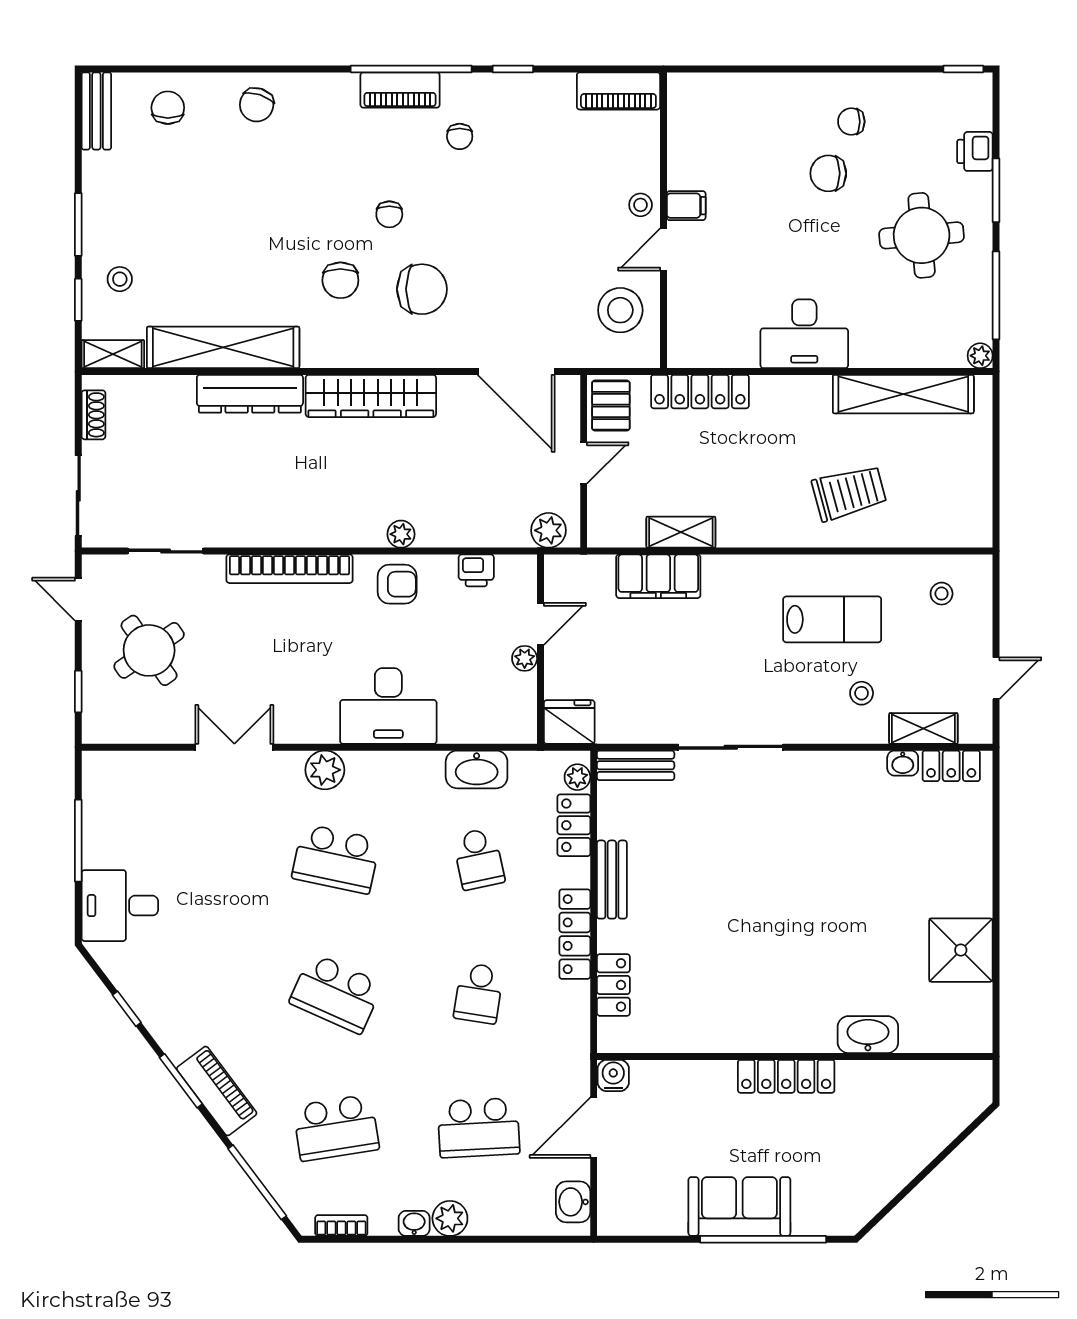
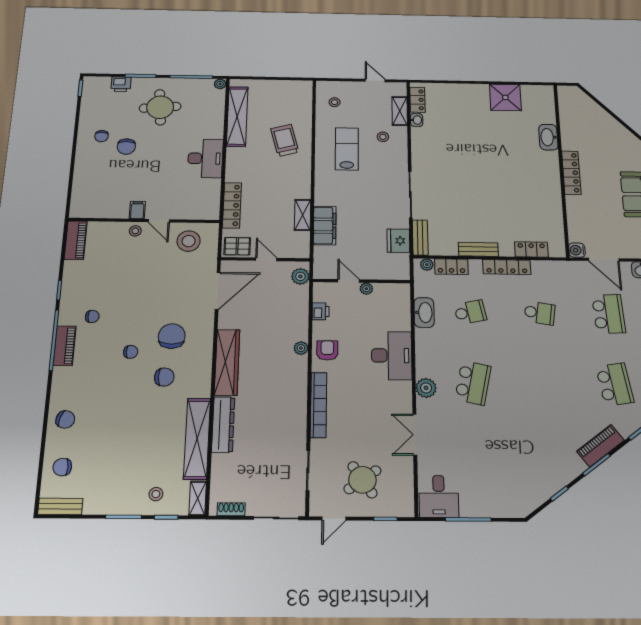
fridge: (569, 722) -> (398, 241), moved
desk: (120, 906) -> (439, 496), moved
school desk: (336, 993) -> (544, 384), removed

